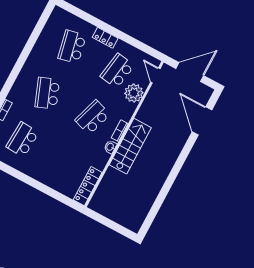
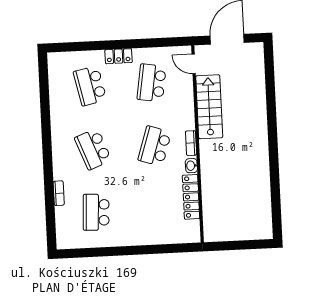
plant: (134, 93) -> (182, 95), removed
door: (202, 121) -> (270, 82), removed
stairs: (130, 146) -> (209, 107), moved
locker: (88, 186) -> (191, 197), moved

